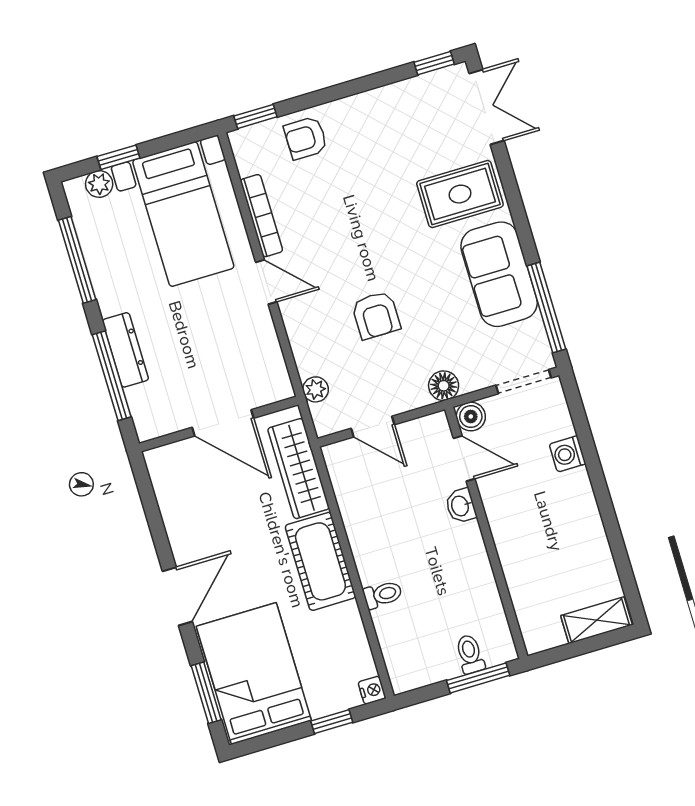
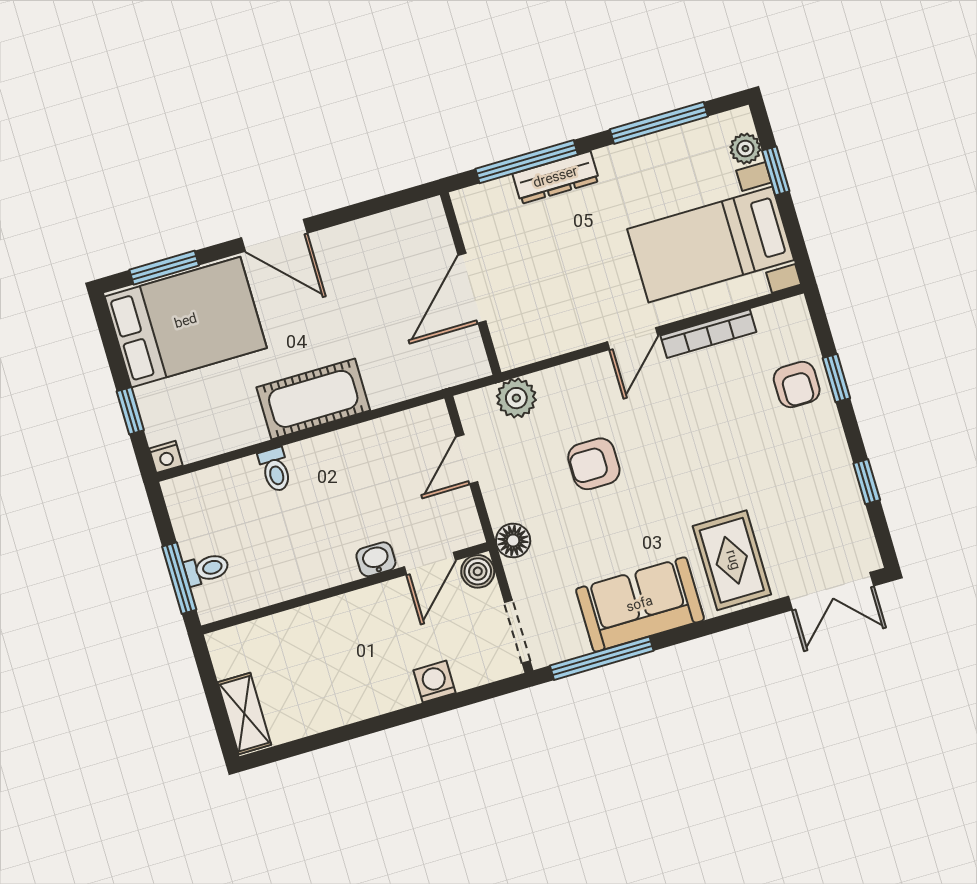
window: (434, 63) -> (867, 482), moved
window: (255, 116) -> (836, 378), moved
armchair: (306, 138) -> (797, 384), turned 180
plant: (316, 389) -> (516, 398), width x1.38, depth x1.38
wardrobe: (298, 469) -> (419, 374), removed

